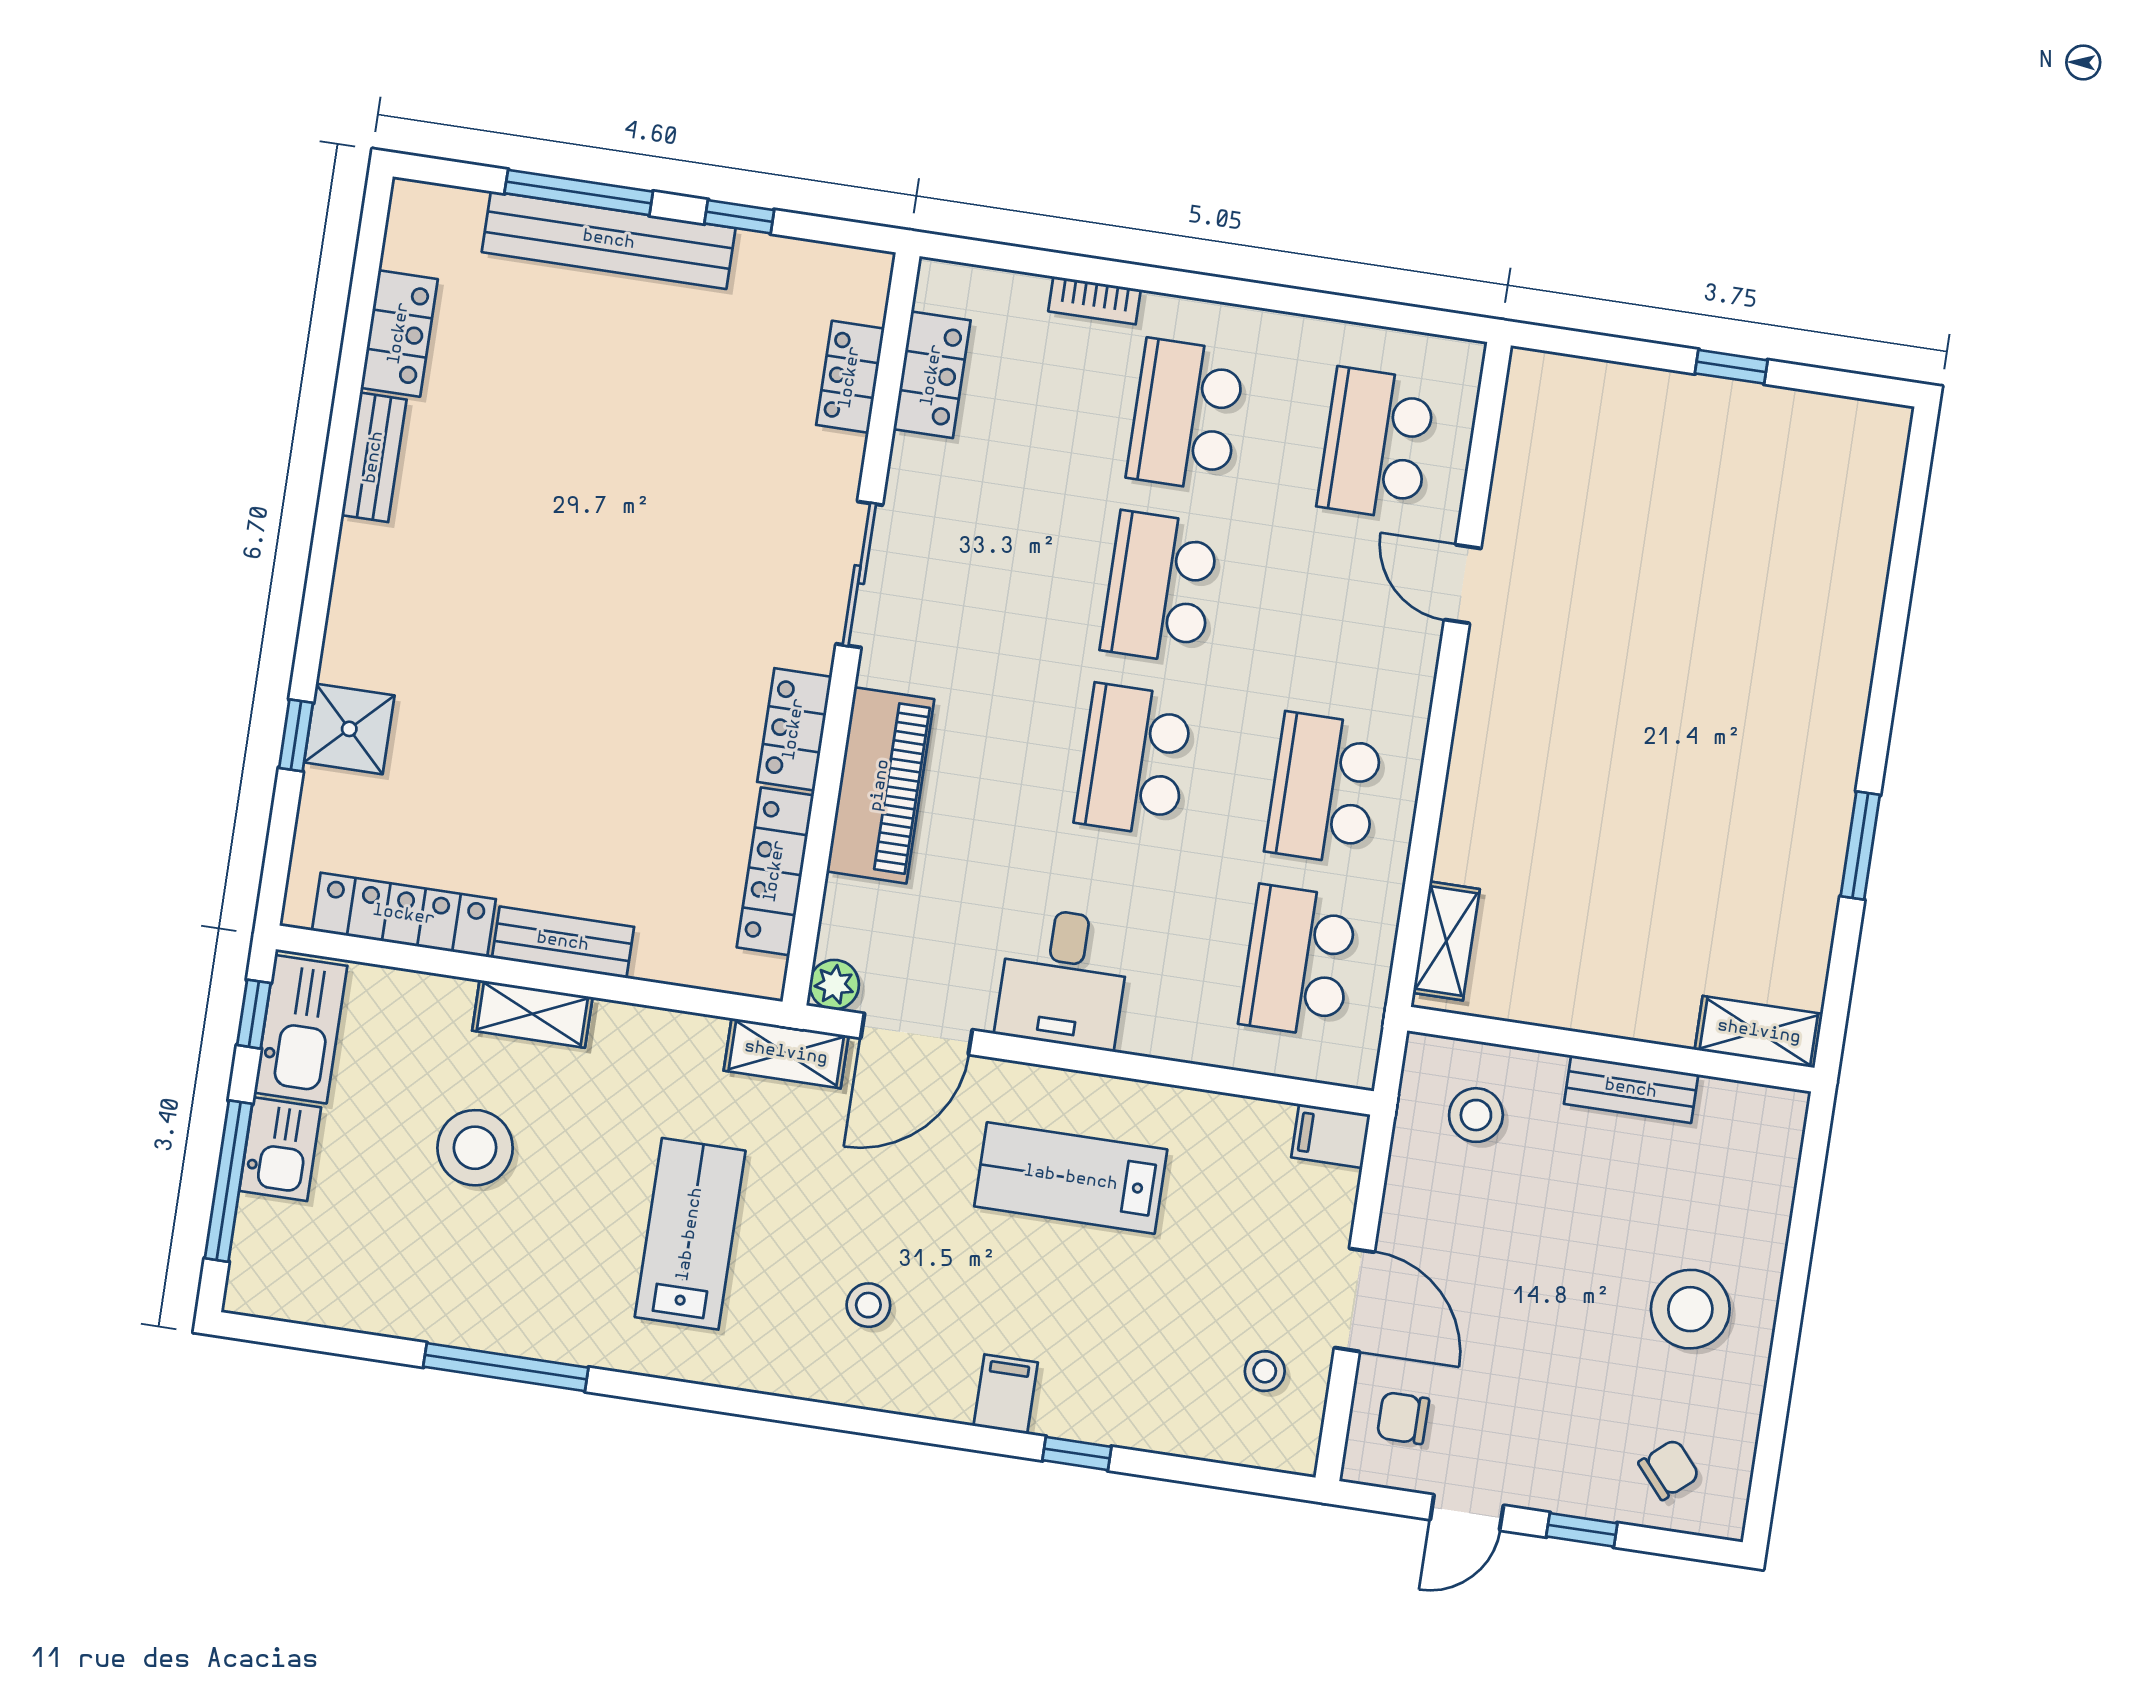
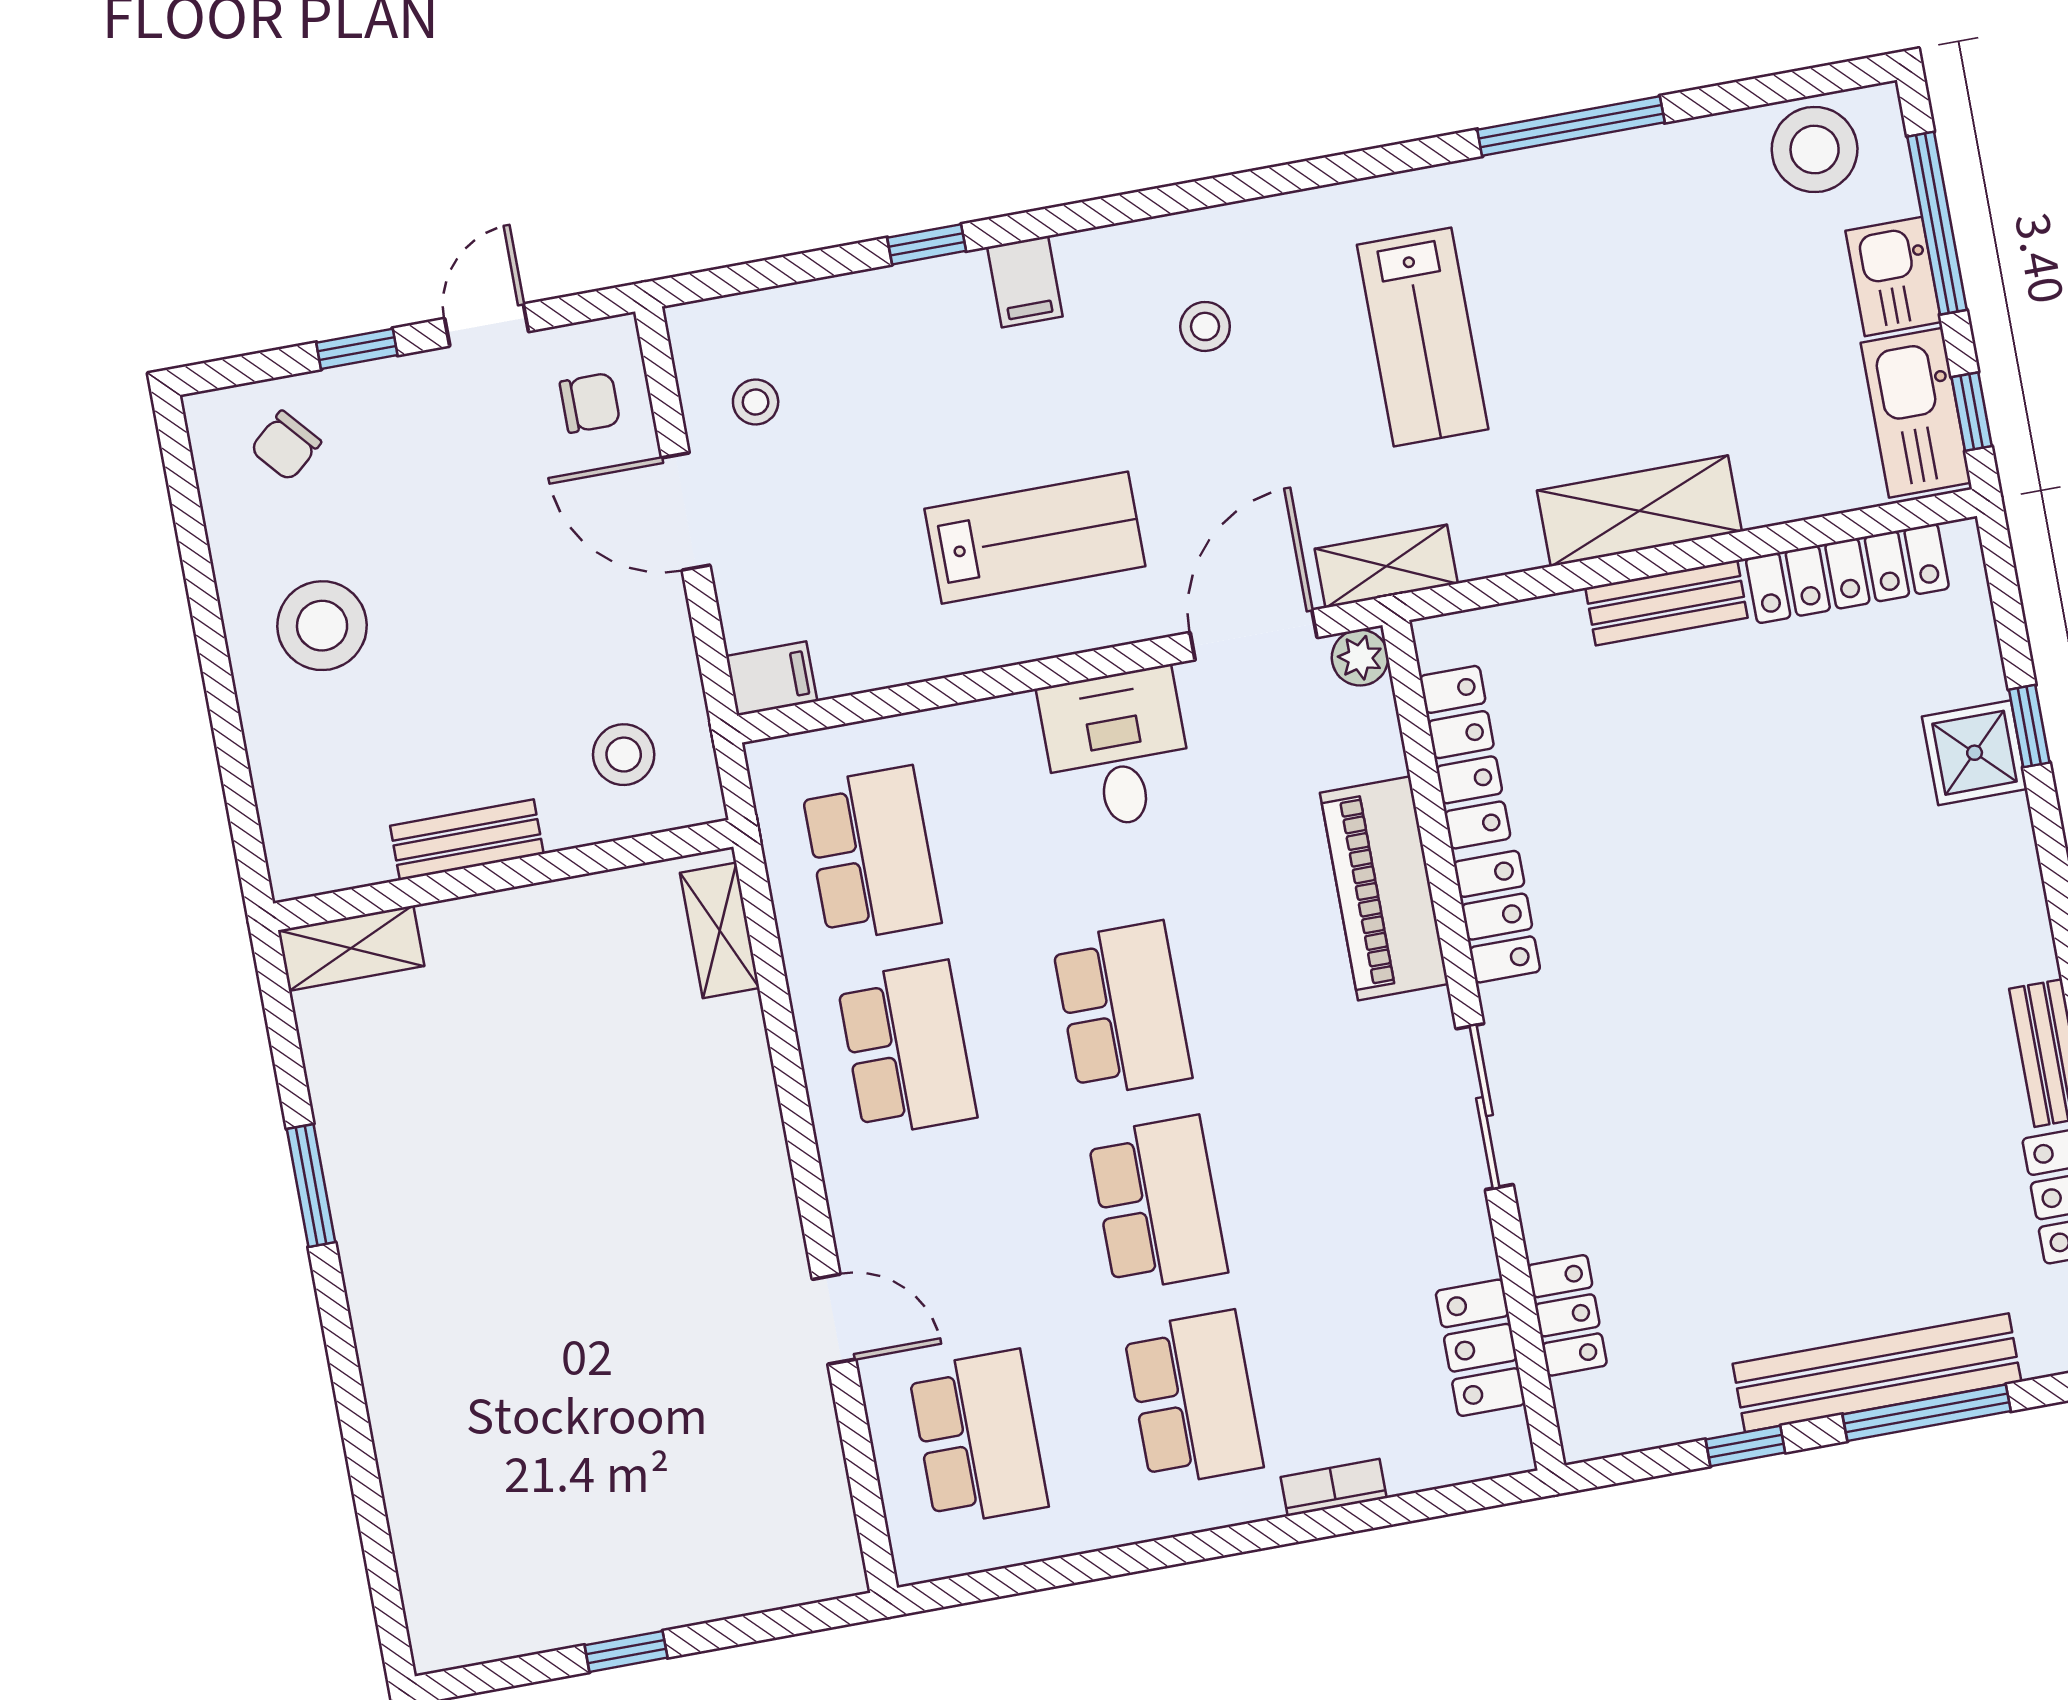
shelving: (532, 1014) -> (1639, 511), width x1.50, depth x1.33
stool: (475, 1148) -> (1815, 149), moved

